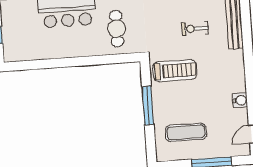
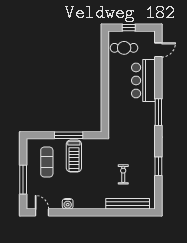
cafe table: (117, 29) -> (124, 48), moved
treadmill: (175, 71) -> (74, 156), moved

